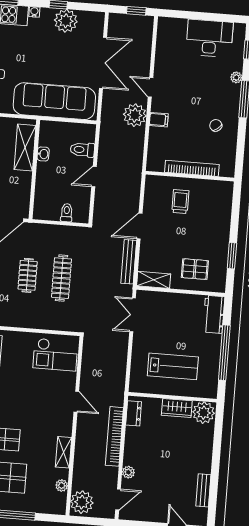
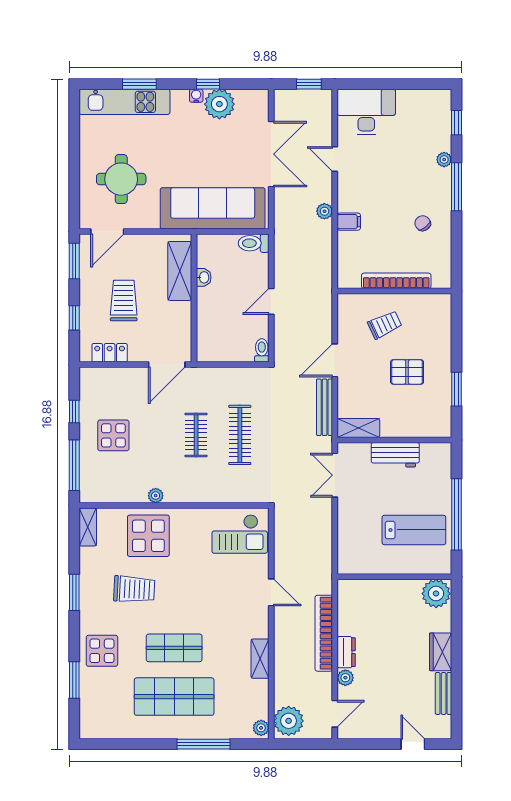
water cooler: (34, 12) -> (196, 96), moved
desk: (209, 38) -> (366, 112), moved
door: (150, 87) -> (335, 159), moved
plant: (135, 115) -> (324, 211), width x0.53, depth x0.53
toilet: (82, 150) -> (254, 243), moved
trolley: (180, 202) -> (385, 325), turned 65
toilet: (67, 213) -> (262, 350), moved
pallet: (195, 269) -> (407, 372), moved
workbench: (214, 314) -> (395, 455), moved, turned -90
lab bench: (173, 366) -> (414, 530), moved
wardrobe: (177, 408) -> (441, 652), moved, turned 90
dresser: (134, 413) -> (346, 652), moved
plant: (62, 485) -> (261, 728), moved

